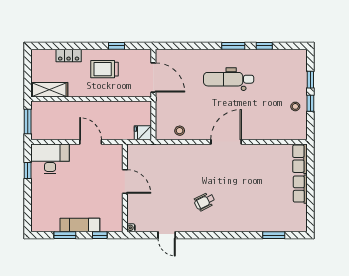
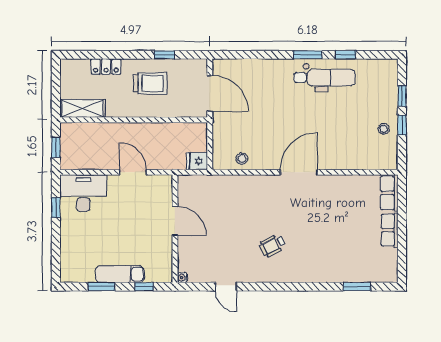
trolley: (105, 69) -> (150, 83), turned 180
dental chair: (229, 79) -> (325, 78), moved, turned 180
window: (28, 121) -> (56, 147), width x0.67

